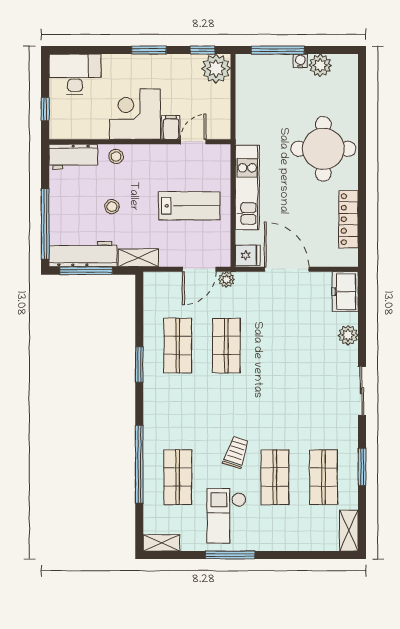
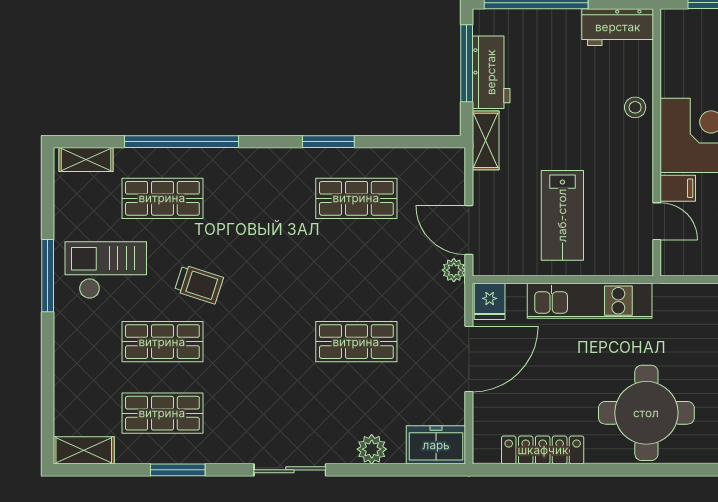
workbench: (73, 157) -> (618, 27), moved, turned -90
stool: (112, 207) -> (561, 101), removed
workbench: (83, 254) -> (491, 72), width x0.73
shop shelf: (226, 346) -> (356, 342), moved
shelving: (161, 543) -> (86, 160), moved, turned 90

